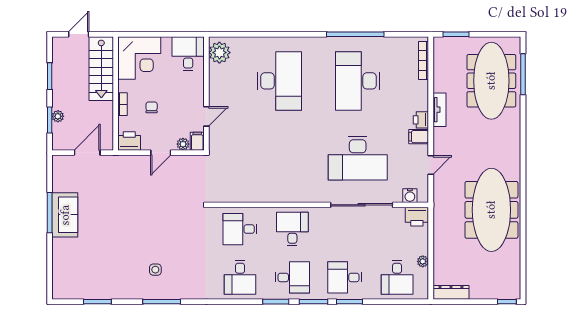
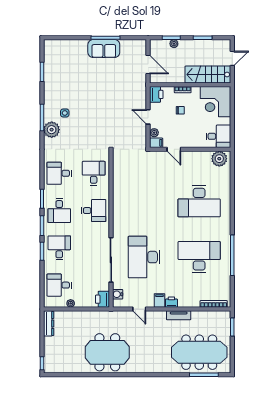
door: (79, 34) -> (232, 58), hinge flipped
meeting table: (491, 210) -> (107, 352), width x0.73
plant: (179, 288) -> (52, 130), added

